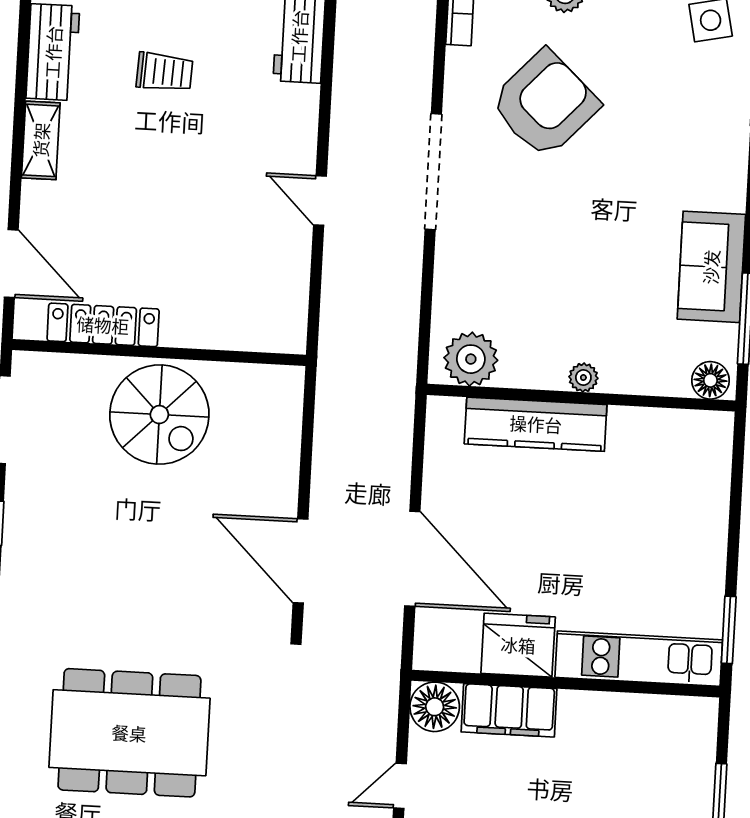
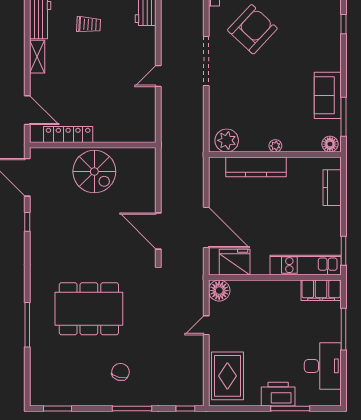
door: (320, 200) -> (158, 76), hinge flipped
kitchen counter: (710, 482) -> (332, 188), added
fridge: (518, 645) -> (235, 262), moved
filing cabinet: (509, 710) -> (321, 290), moved

